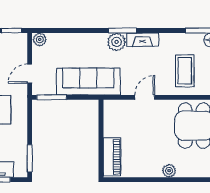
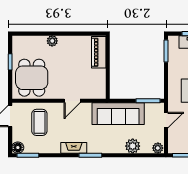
plant: (117, 42) -> (133, 146), moved

